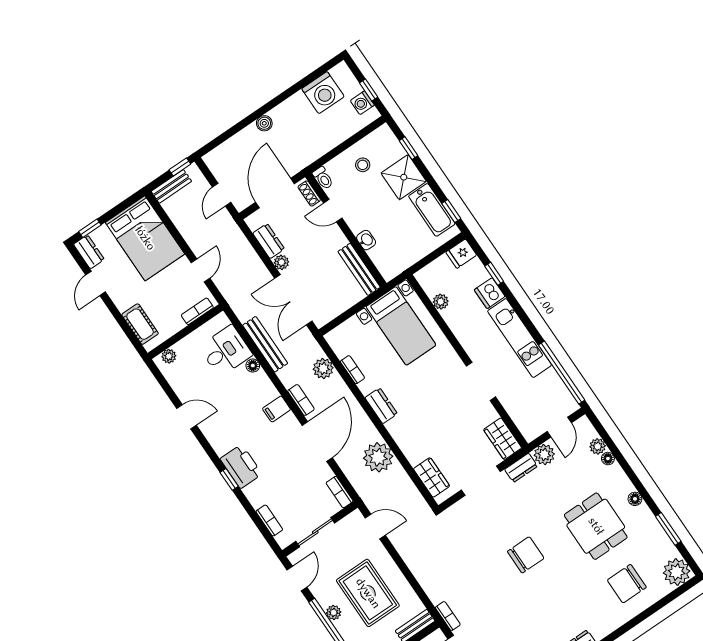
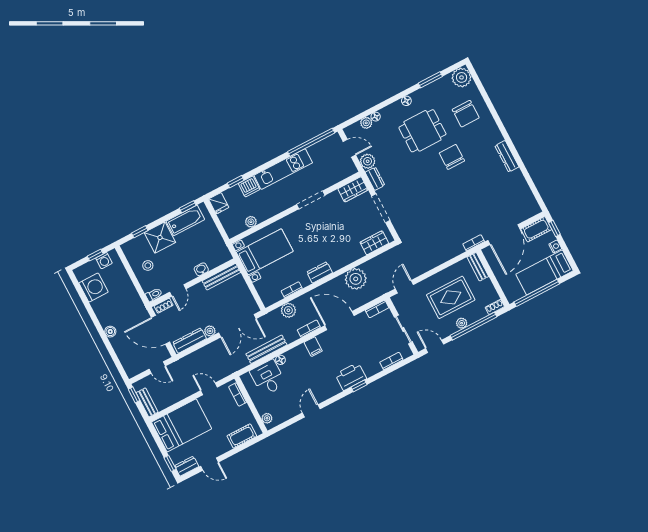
dresser: (269, 241) -> (190, 341), width x1.44
chair: (526, 555) -> (452, 157), moved

